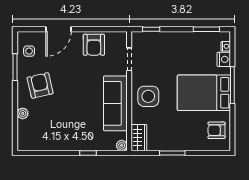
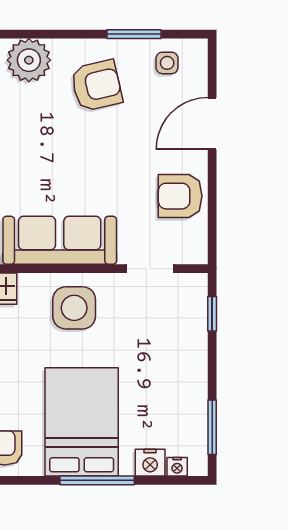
door: (58, 29) -> (212, 123), hinge flipped
plant: (23, 113) -> (29, 60), width x1.87, depth x1.87

